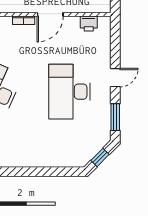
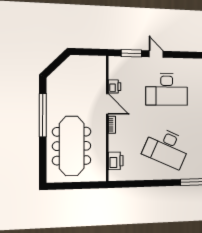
printer: (89, 24) -> (114, 86), moved
window: (115, 117) -> (131, 53), moved

